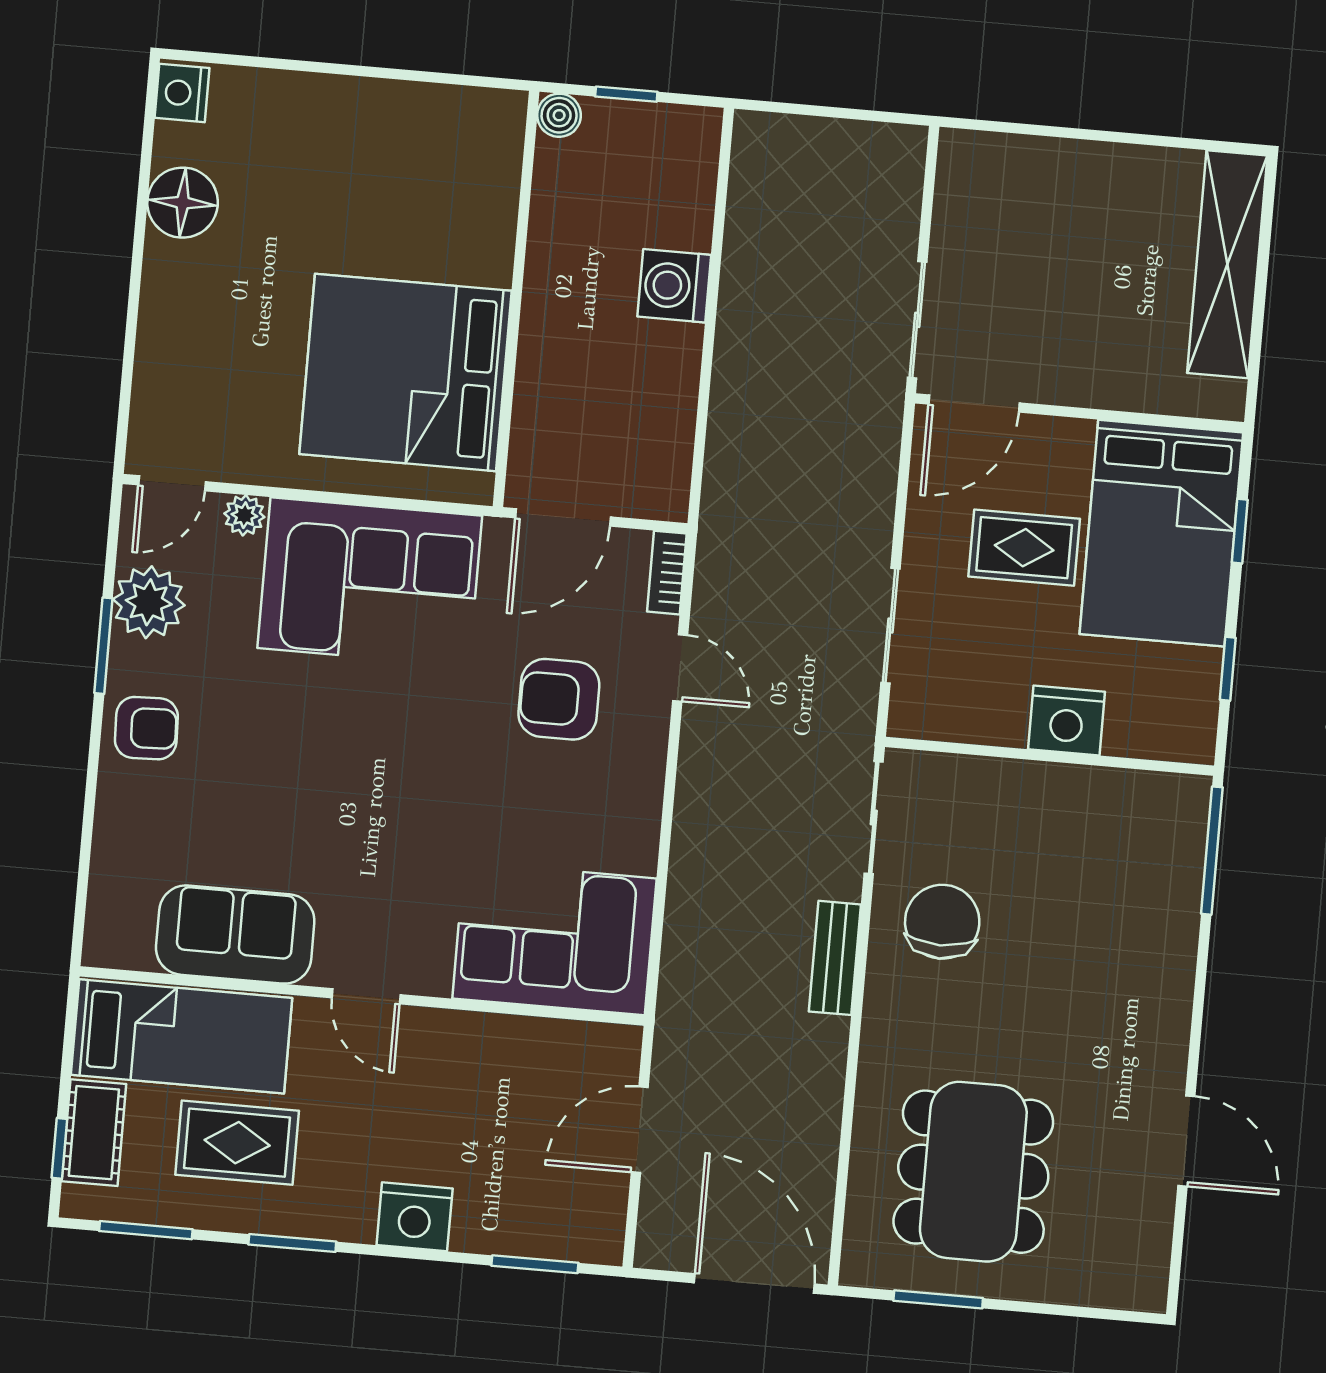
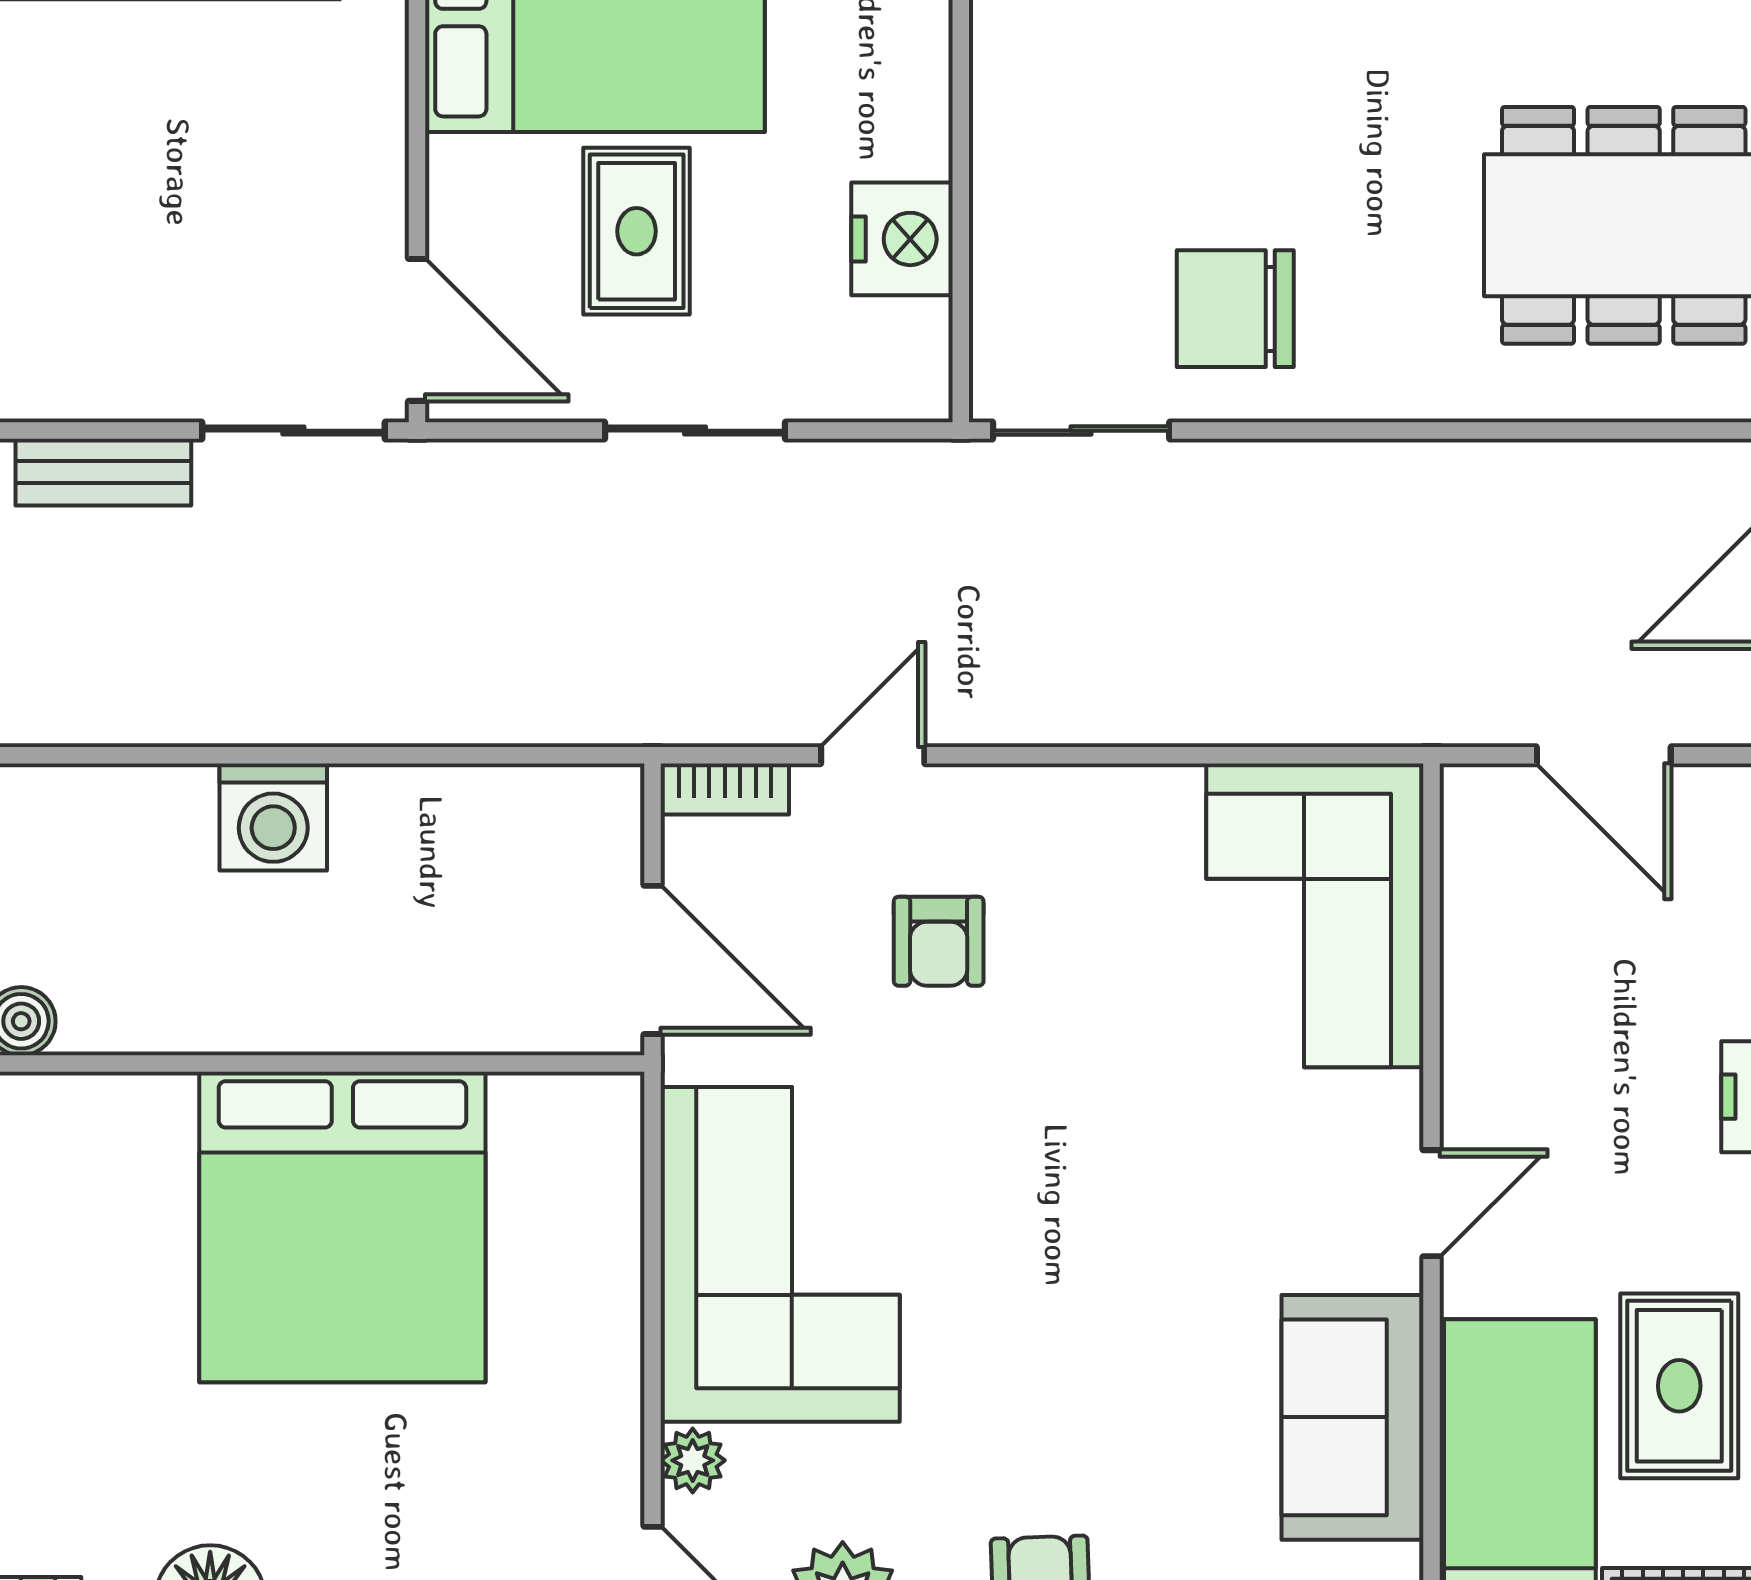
bed: (406, 372) -> (342, 1227), moved
sliding door: (890, 626) -> (695, 431), moved
armchair: (559, 699) -> (939, 941), width x0.72, depth x0.72
nightstand: (1067, 720) -> (902, 239), moved
bench: (835, 958) -> (103, 472), moved

